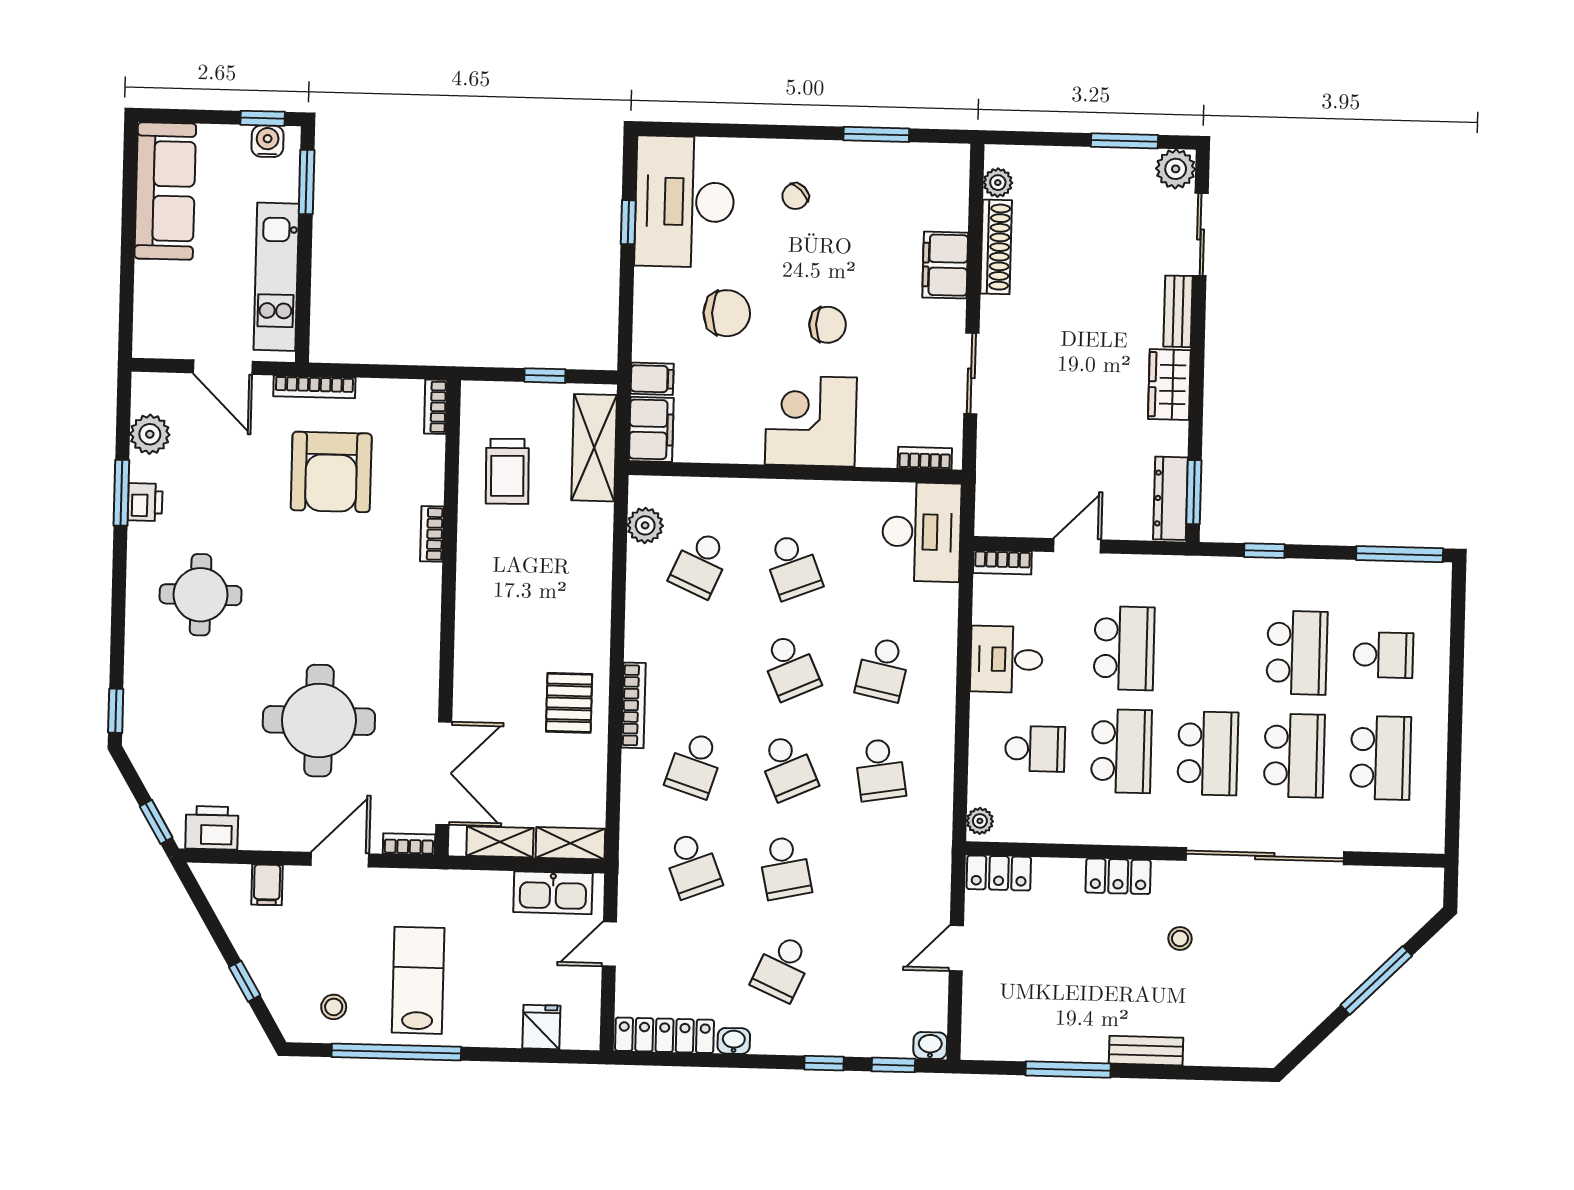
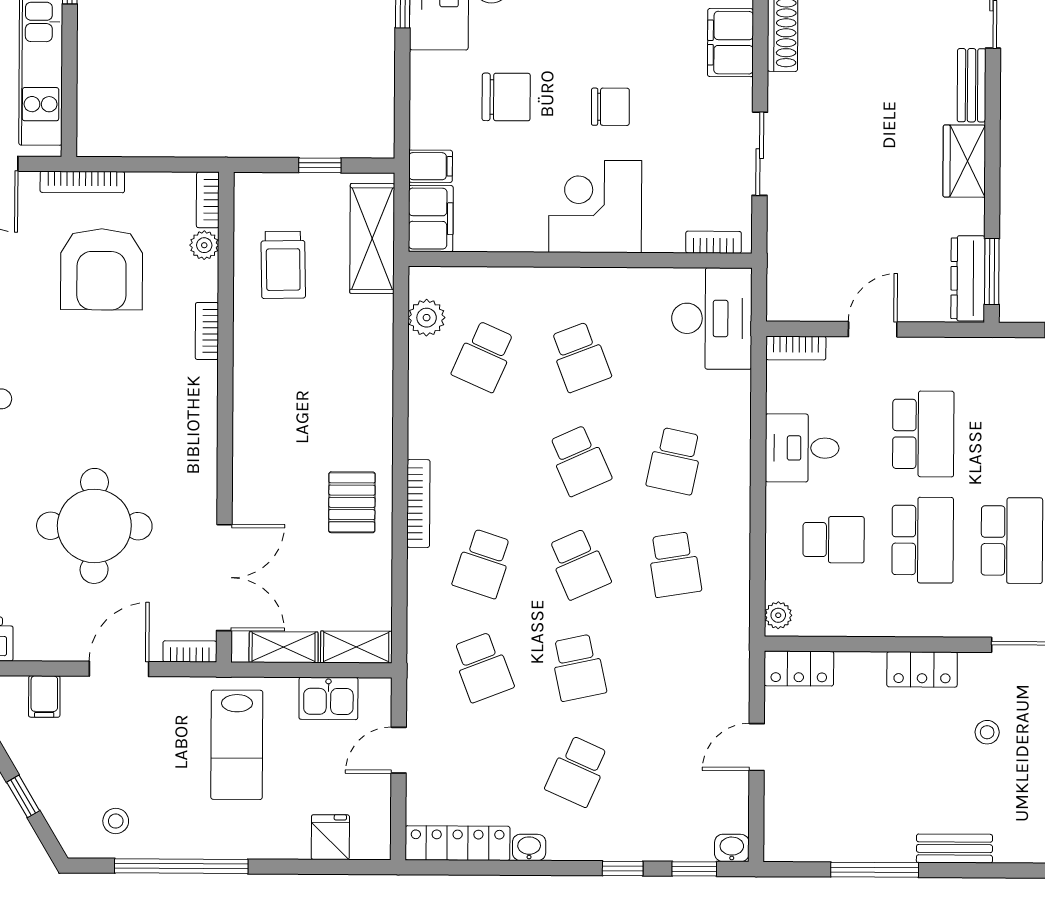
plant: (431, 451) -> (204, 245), added
kitchen sink: (553, 893) -> (328, 698), width x0.73
lab bench: (418, 980) -> (237, 745), moved, turned 180

